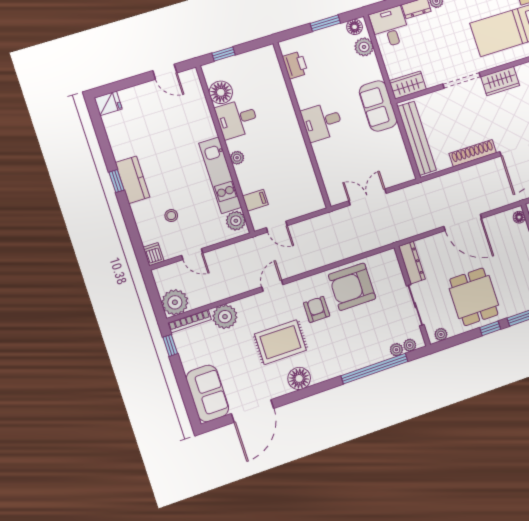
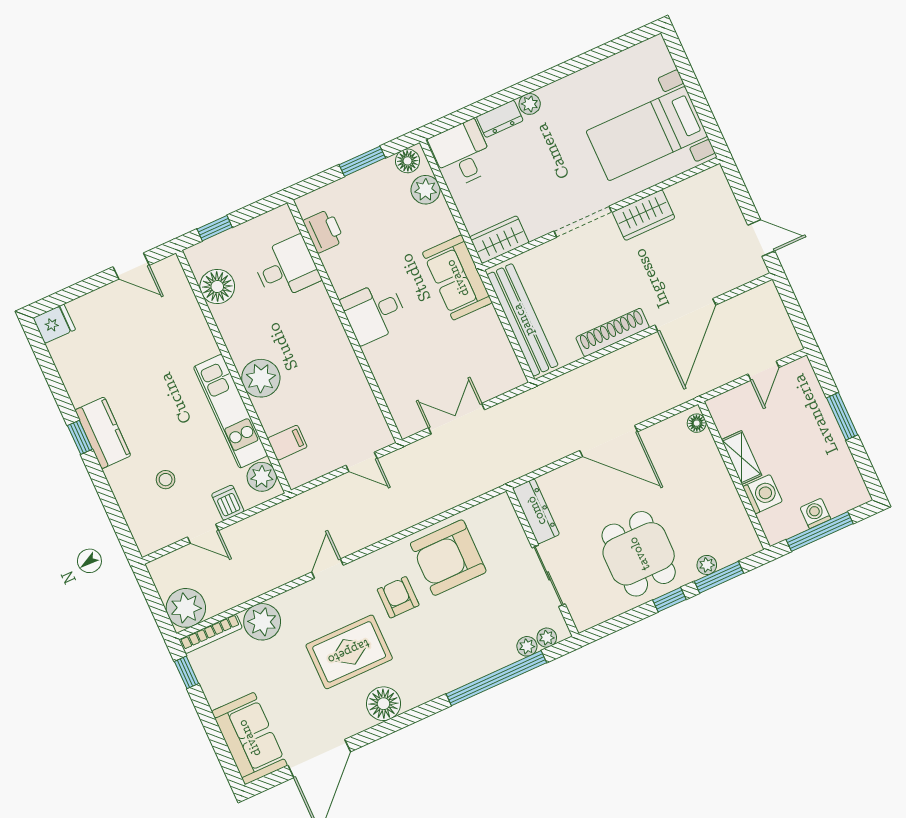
desk: (237, 119) -> (286, 268), moved, turned 180
plant: (237, 158) -> (261, 378), width x1.87, depth x1.87
door: (277, 227) -> (362, 462), moved
dishwasher: (153, 254) -> (228, 503), moved
plant: (441, 334) -> (707, 565), moved

